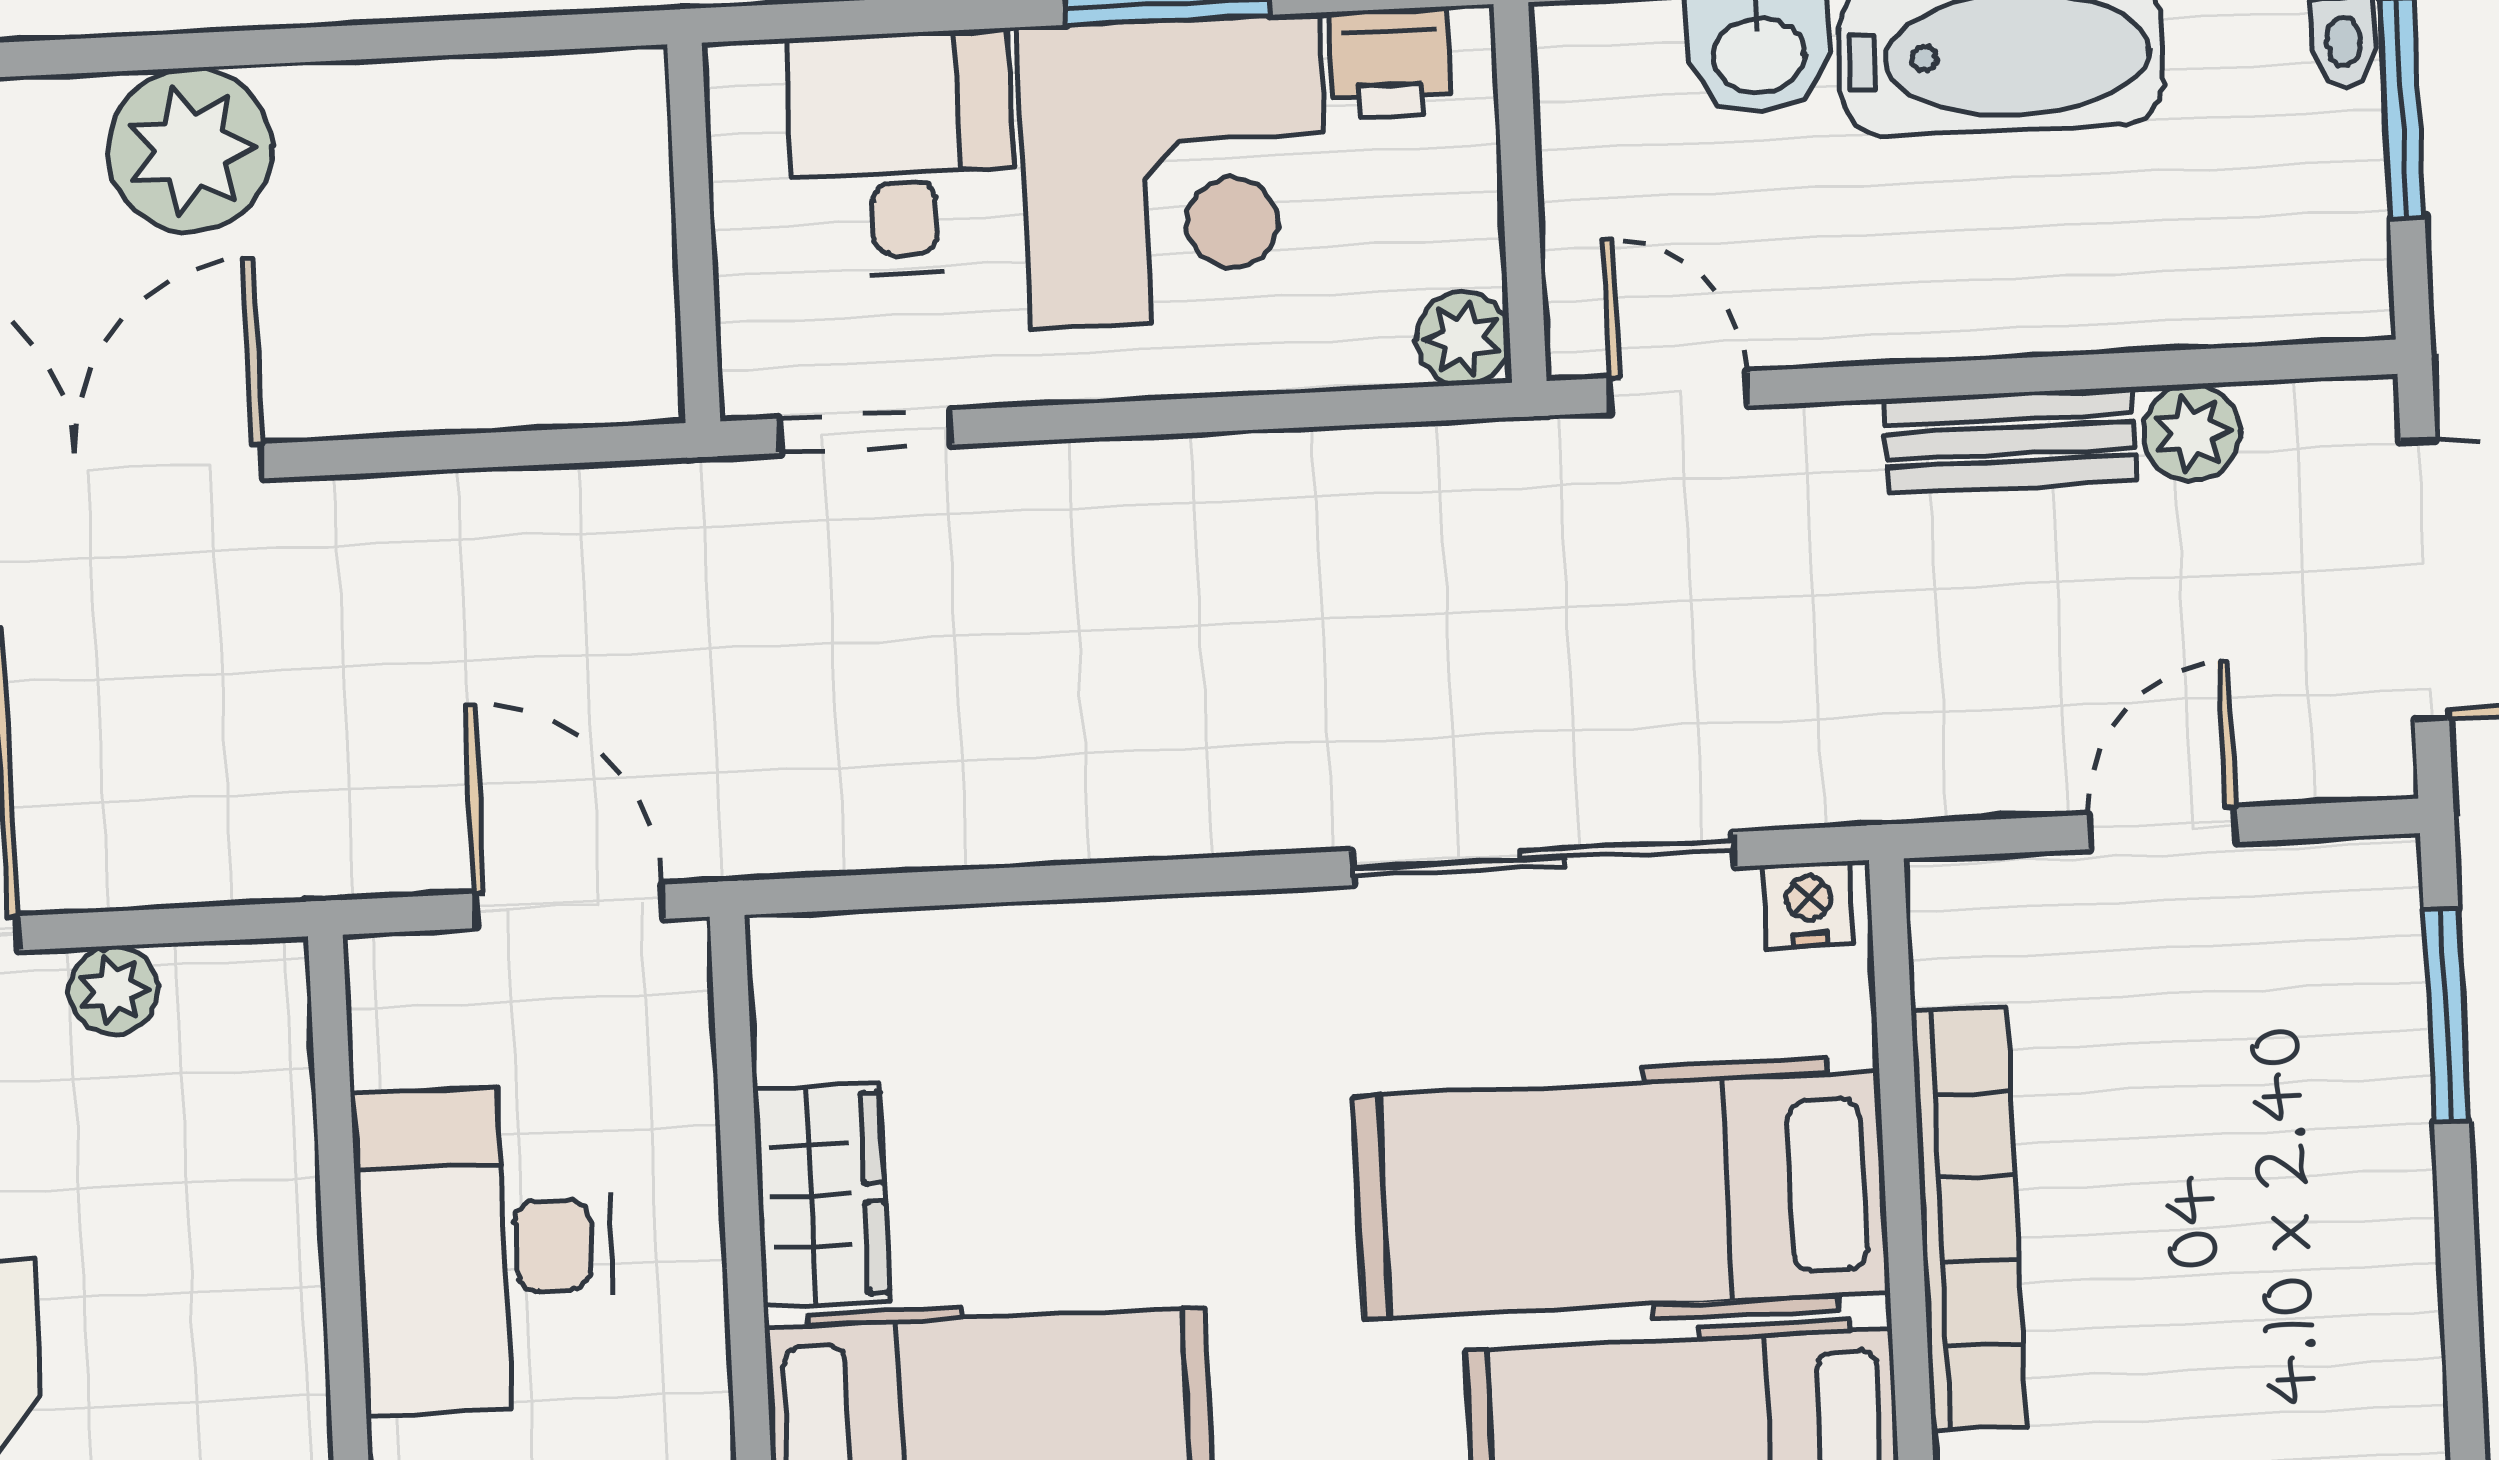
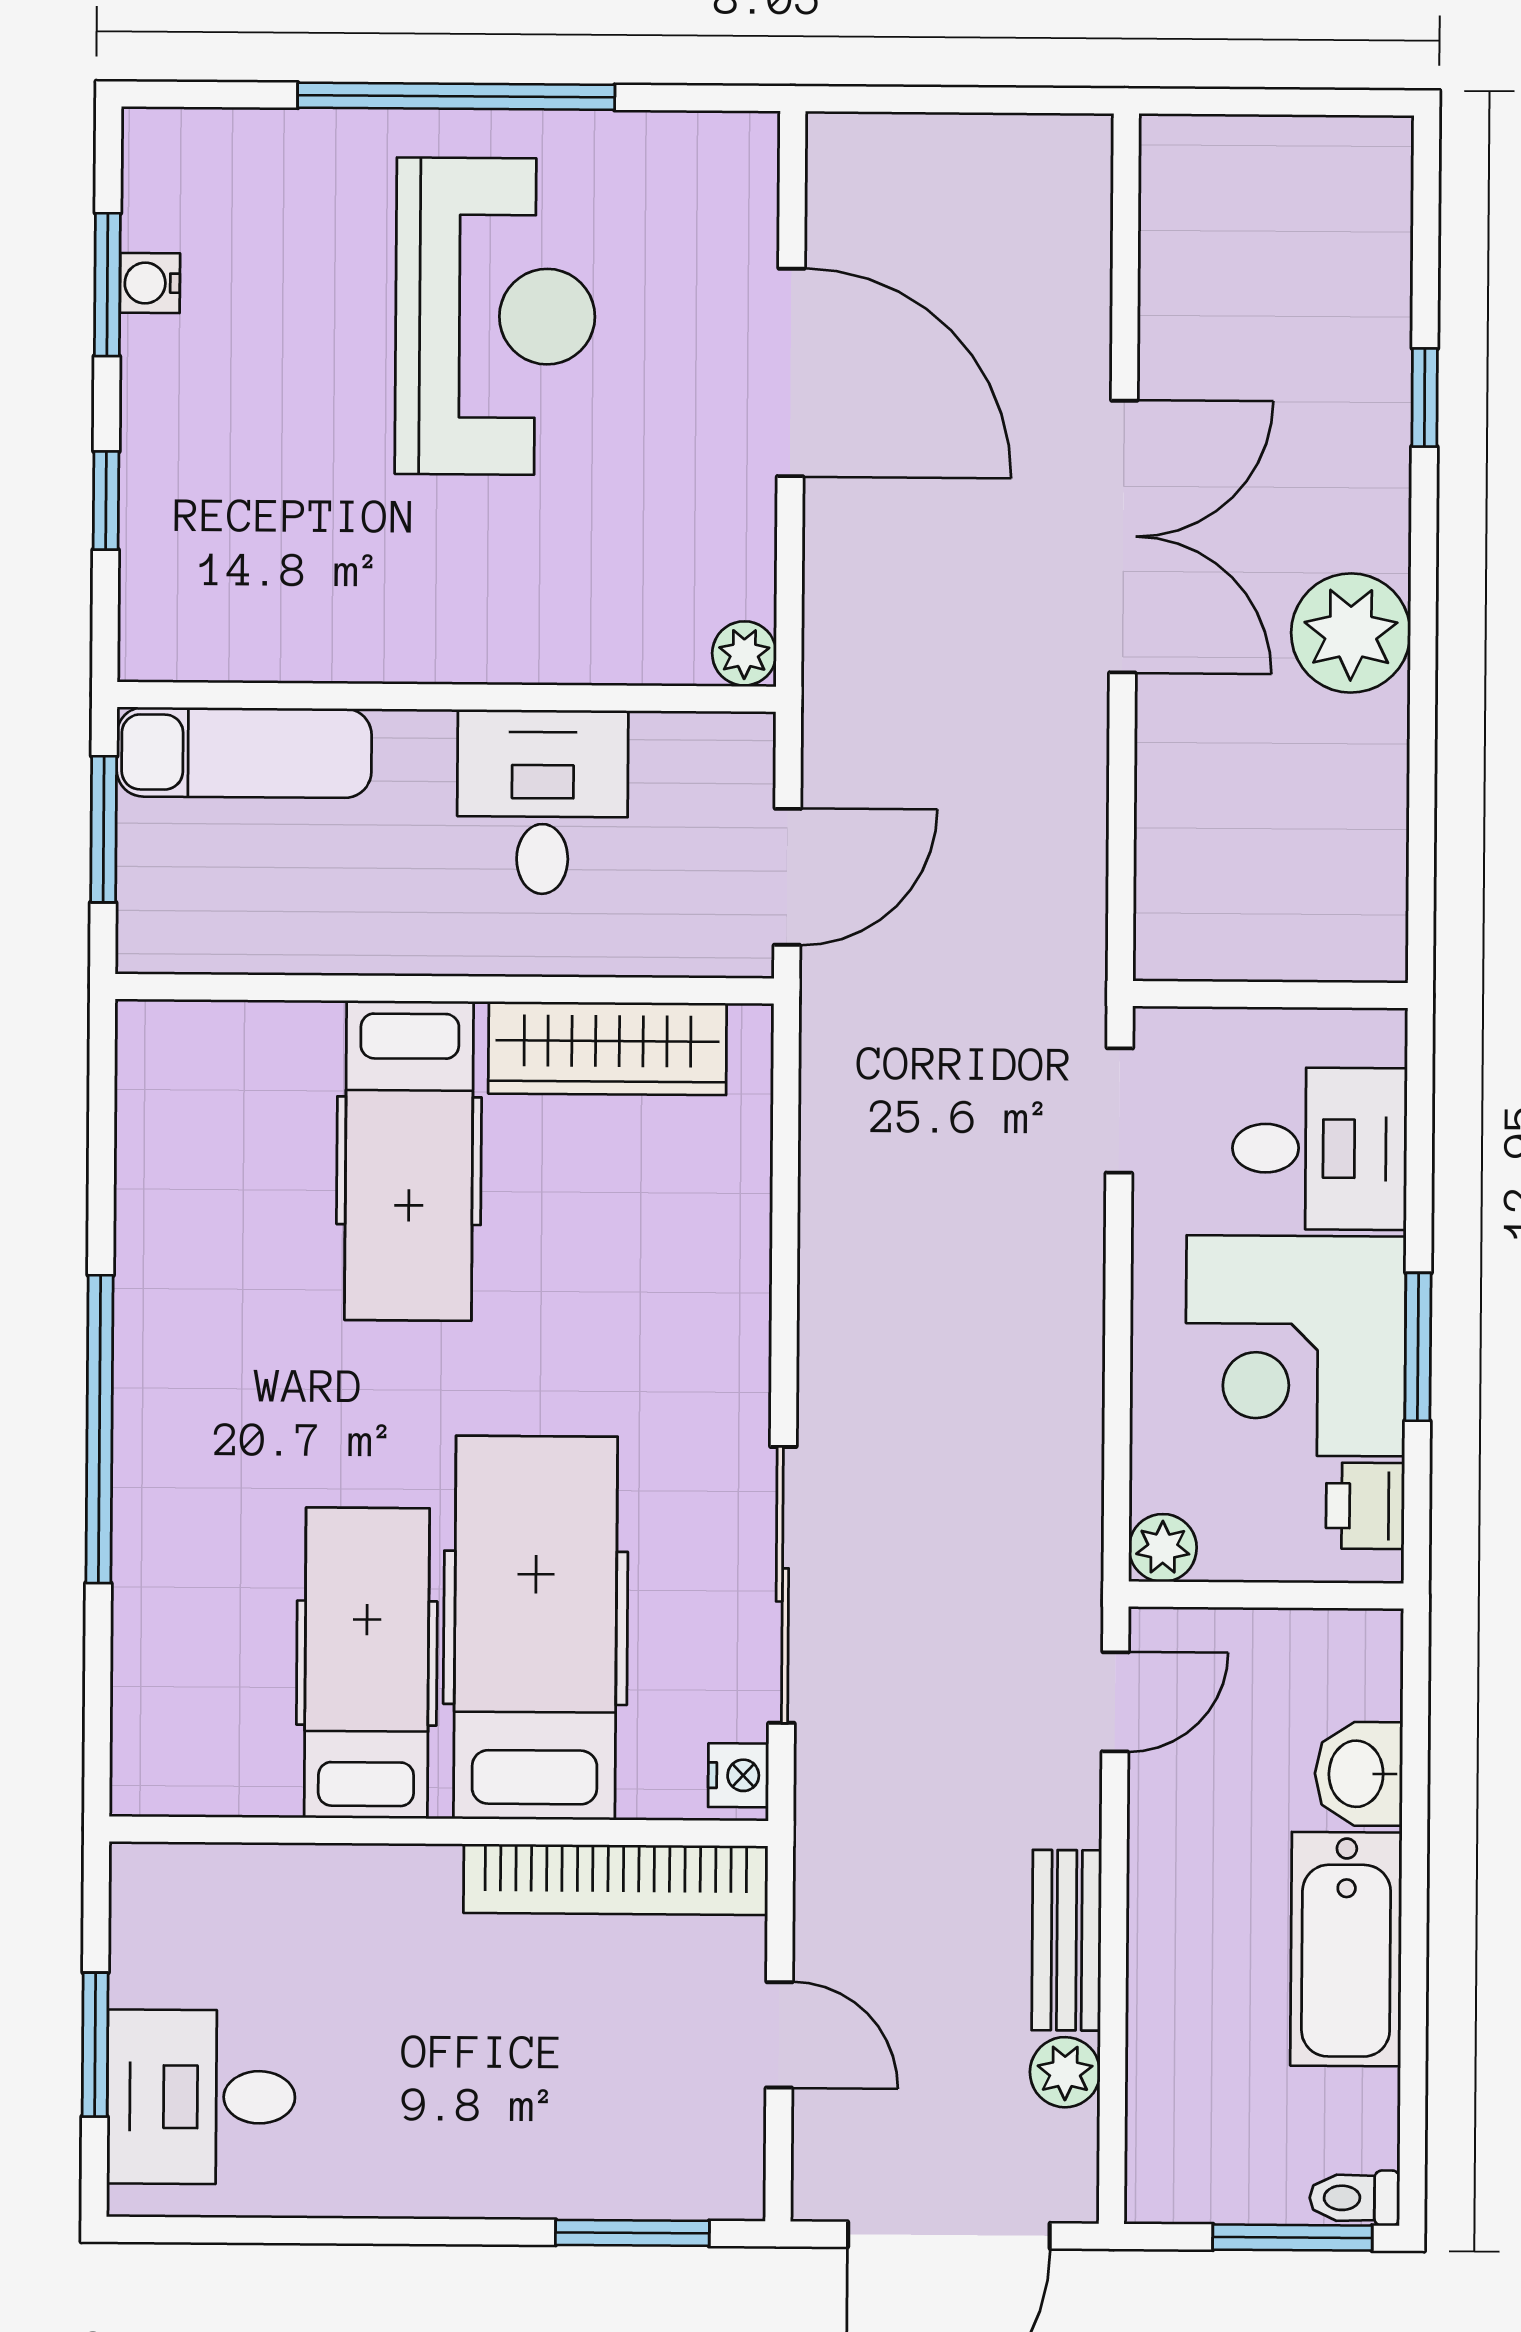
plant: (114, 990) -> (744, 653), moved
wardrobe: (821, 1195) -> (607, 1048), width x1.50
bookcase: (1969, 1219) -> (616, 1879), moved
desk: (485, 1249) -> (543, 802), width x0.73

